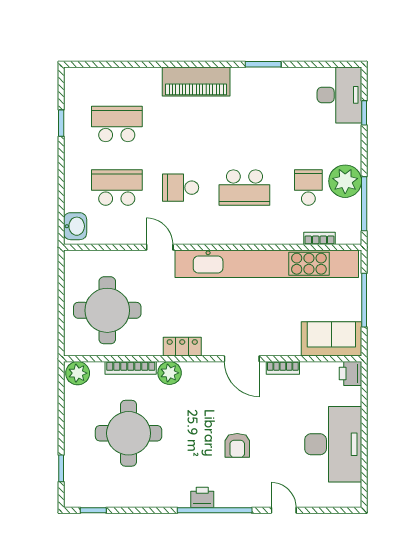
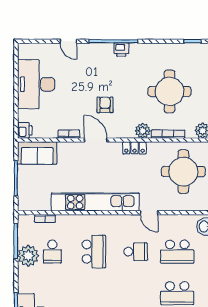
school desk: (244, 188) -> (94, 252), turned 90
kitchen unit: (267, 264) -> (95, 202), width x0.73
armchair: (237, 445) -> (105, 105), moved

